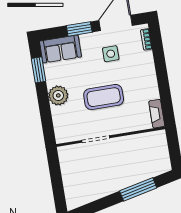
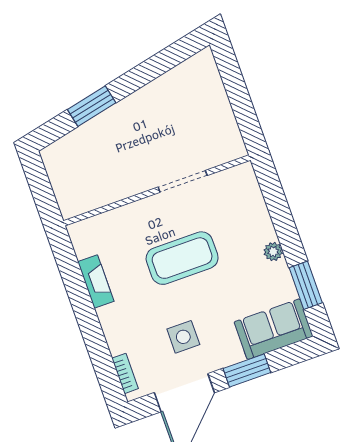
plant: (58, 95) -> (273, 252), width x0.53, depth x0.53
fireplace: (157, 114) -> (96, 282), moved
window: (138, 189) -> (92, 106), width x0.69

